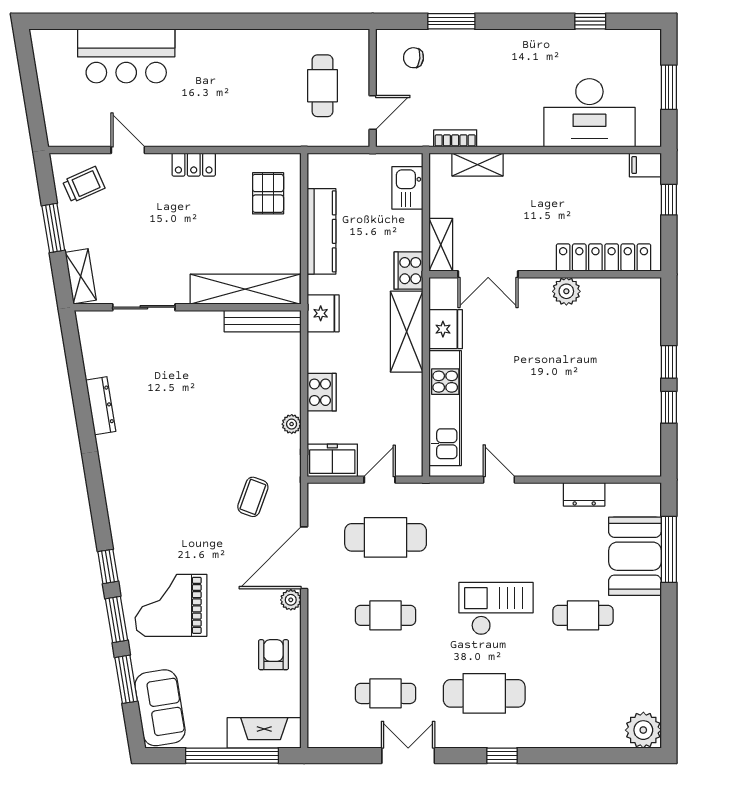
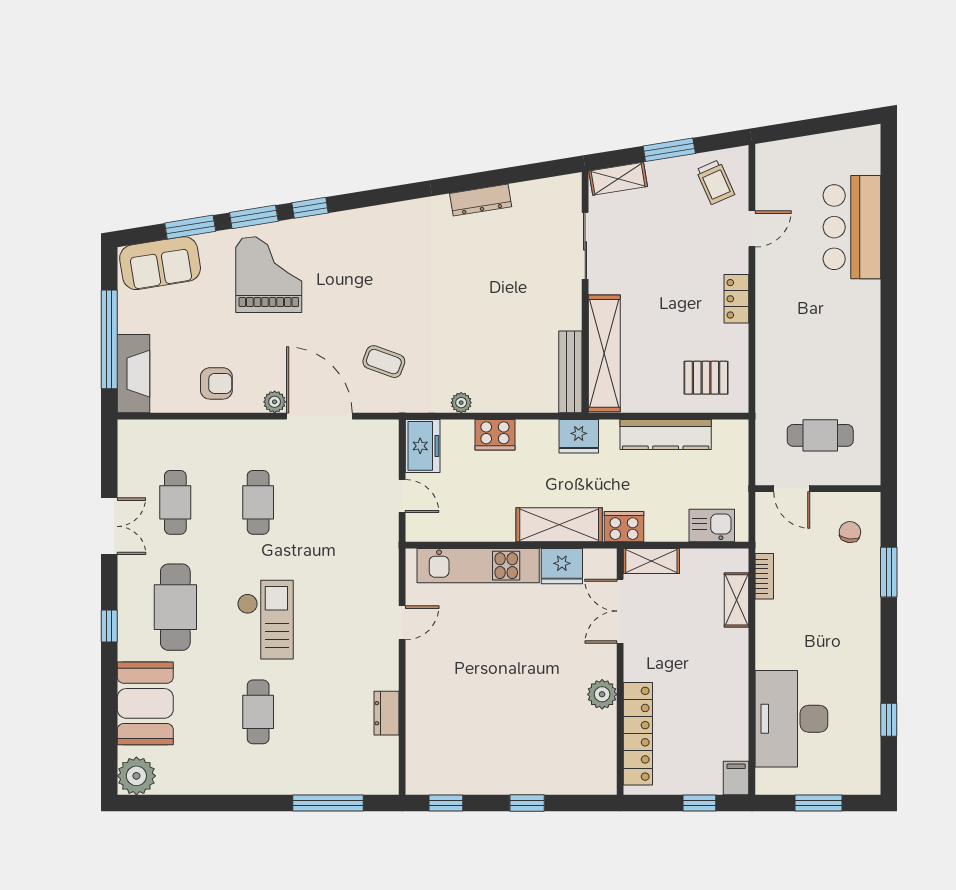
window: (669, 407) -> (446, 803), moved
cafe table: (386, 537) -> (341, 502), removed
booth: (635, 556) -> (145, 703), moved, turned 90

